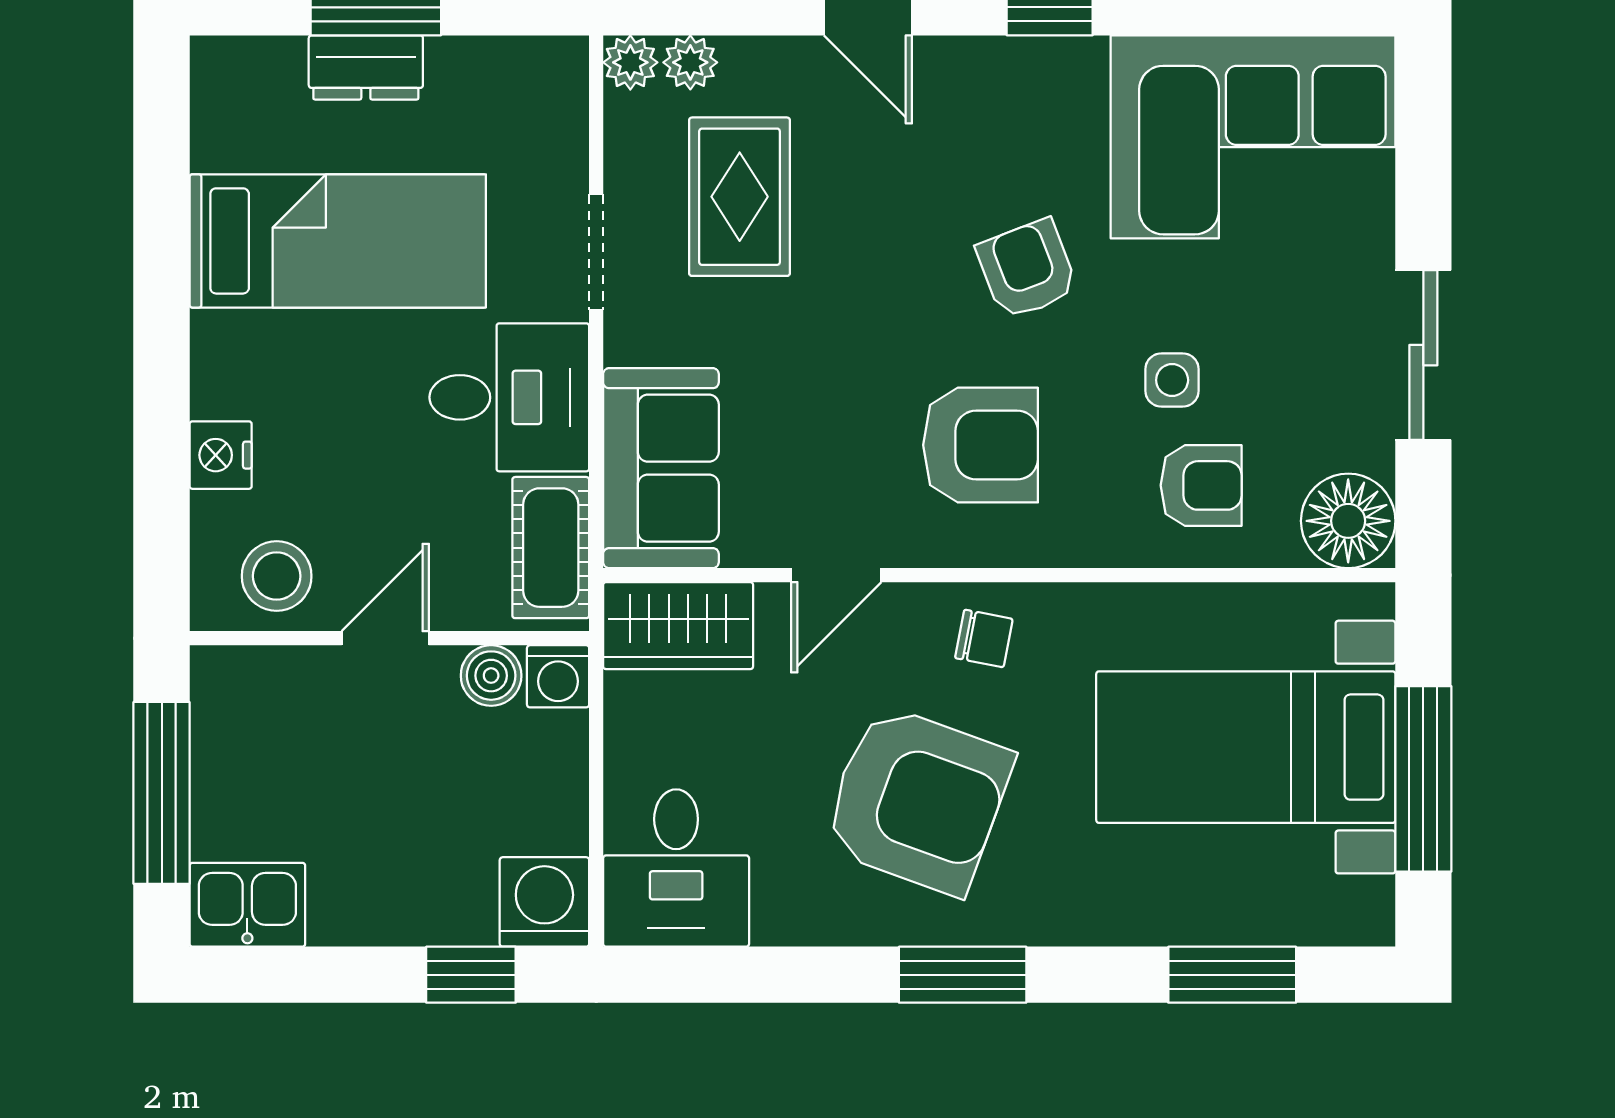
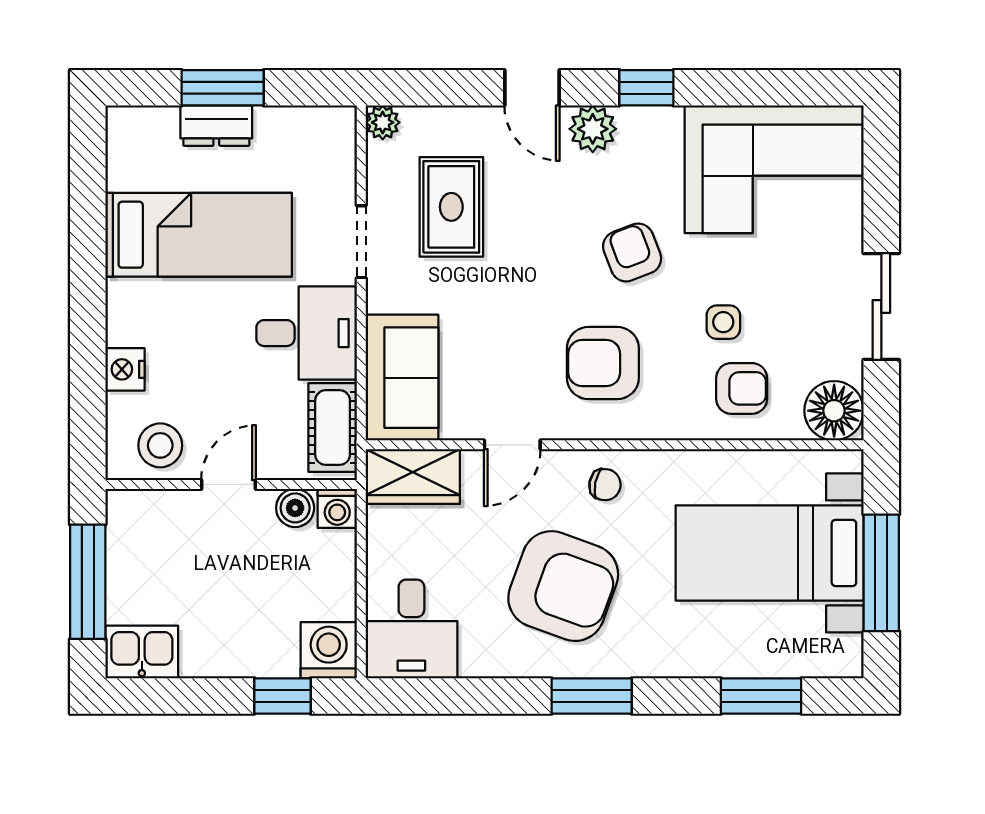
plant: (690, 62) -> (593, 129), moved, width x1.38, depth x1.38
armchair: (981, 445) -> (603, 363), turned 180

